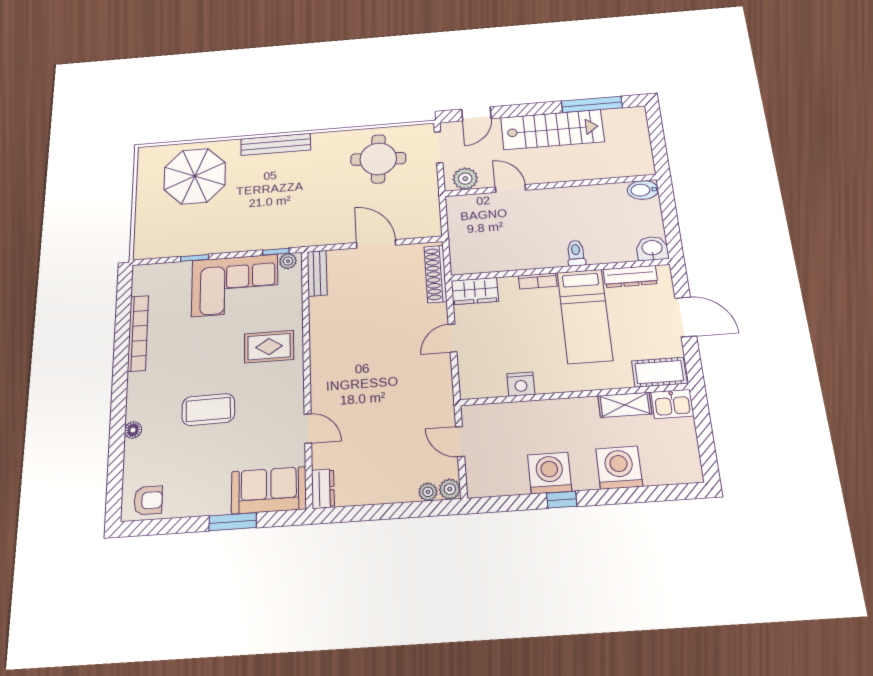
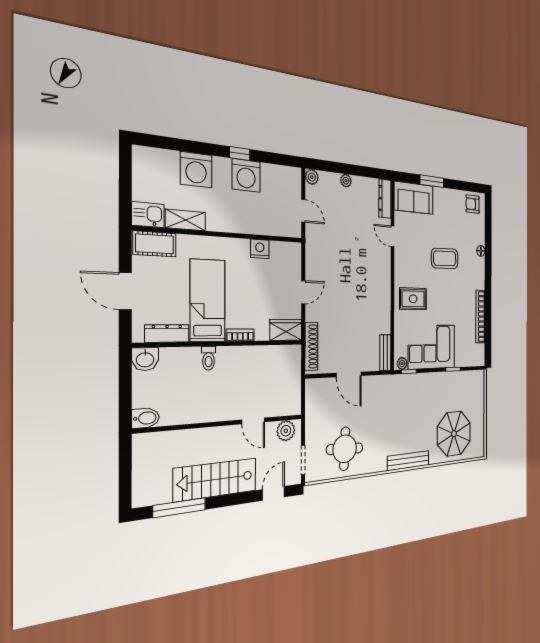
dresser: (323, 489) -> (385, 199), width x1.44
plant: (428, 492) -> (346, 181), moved

